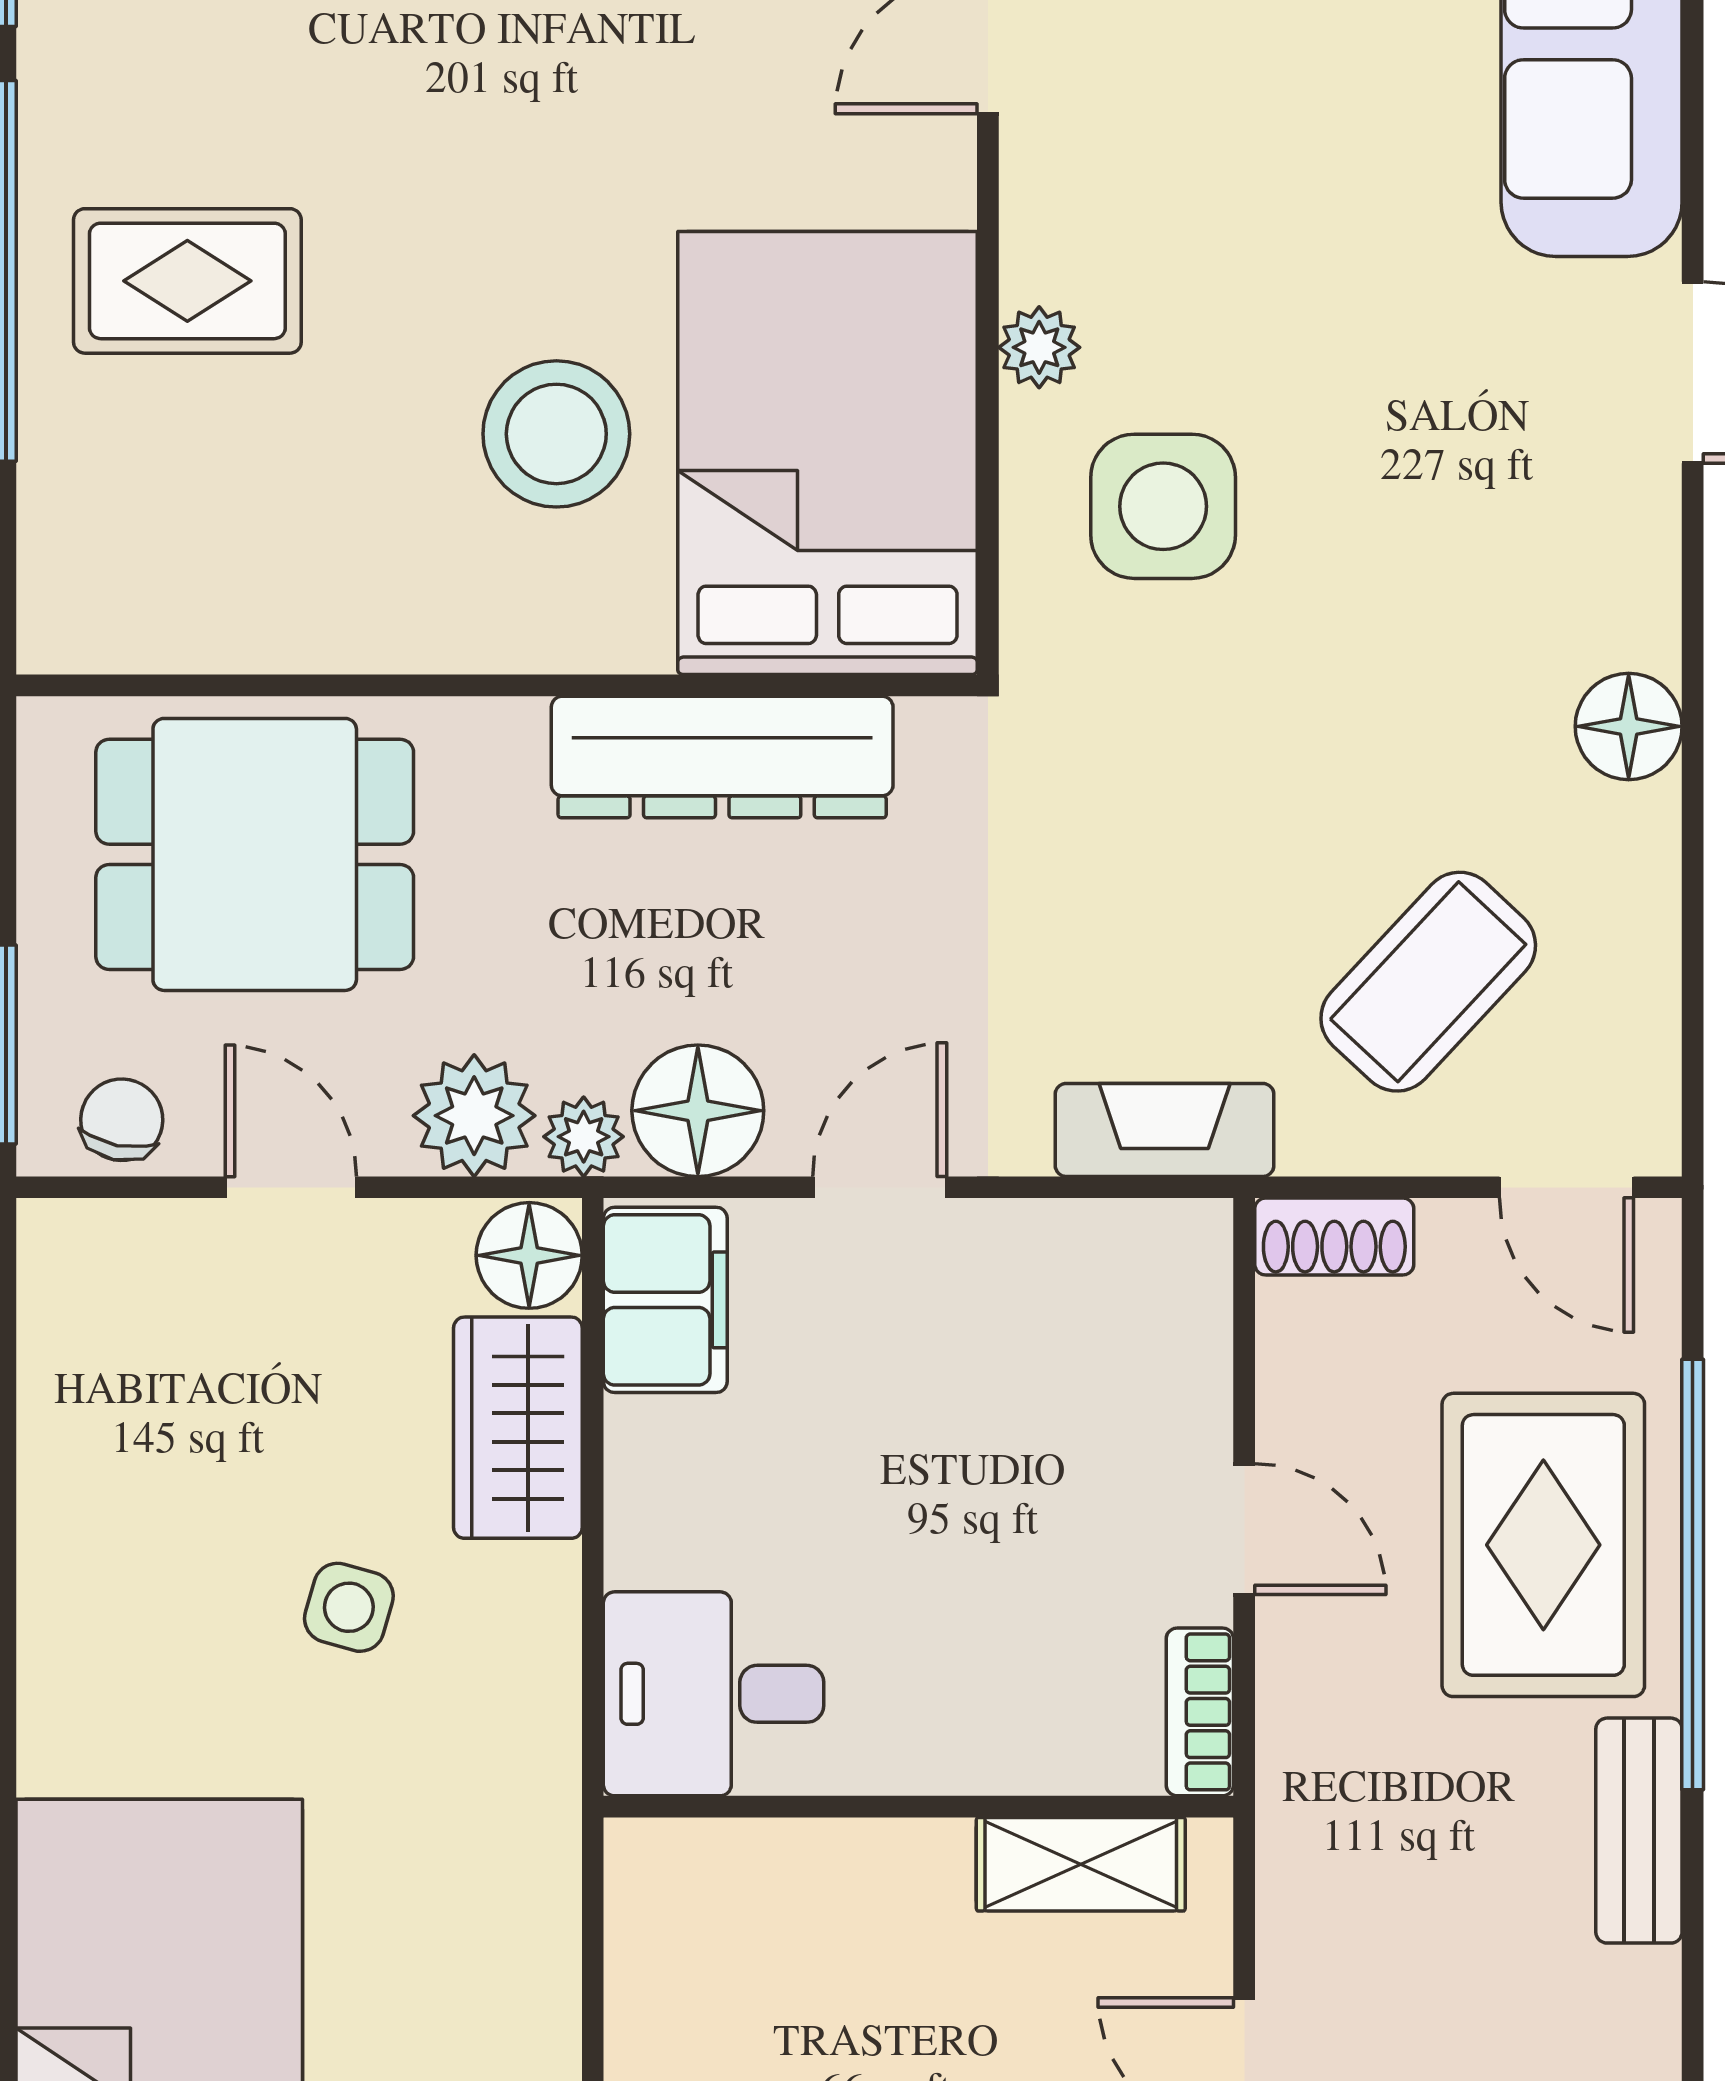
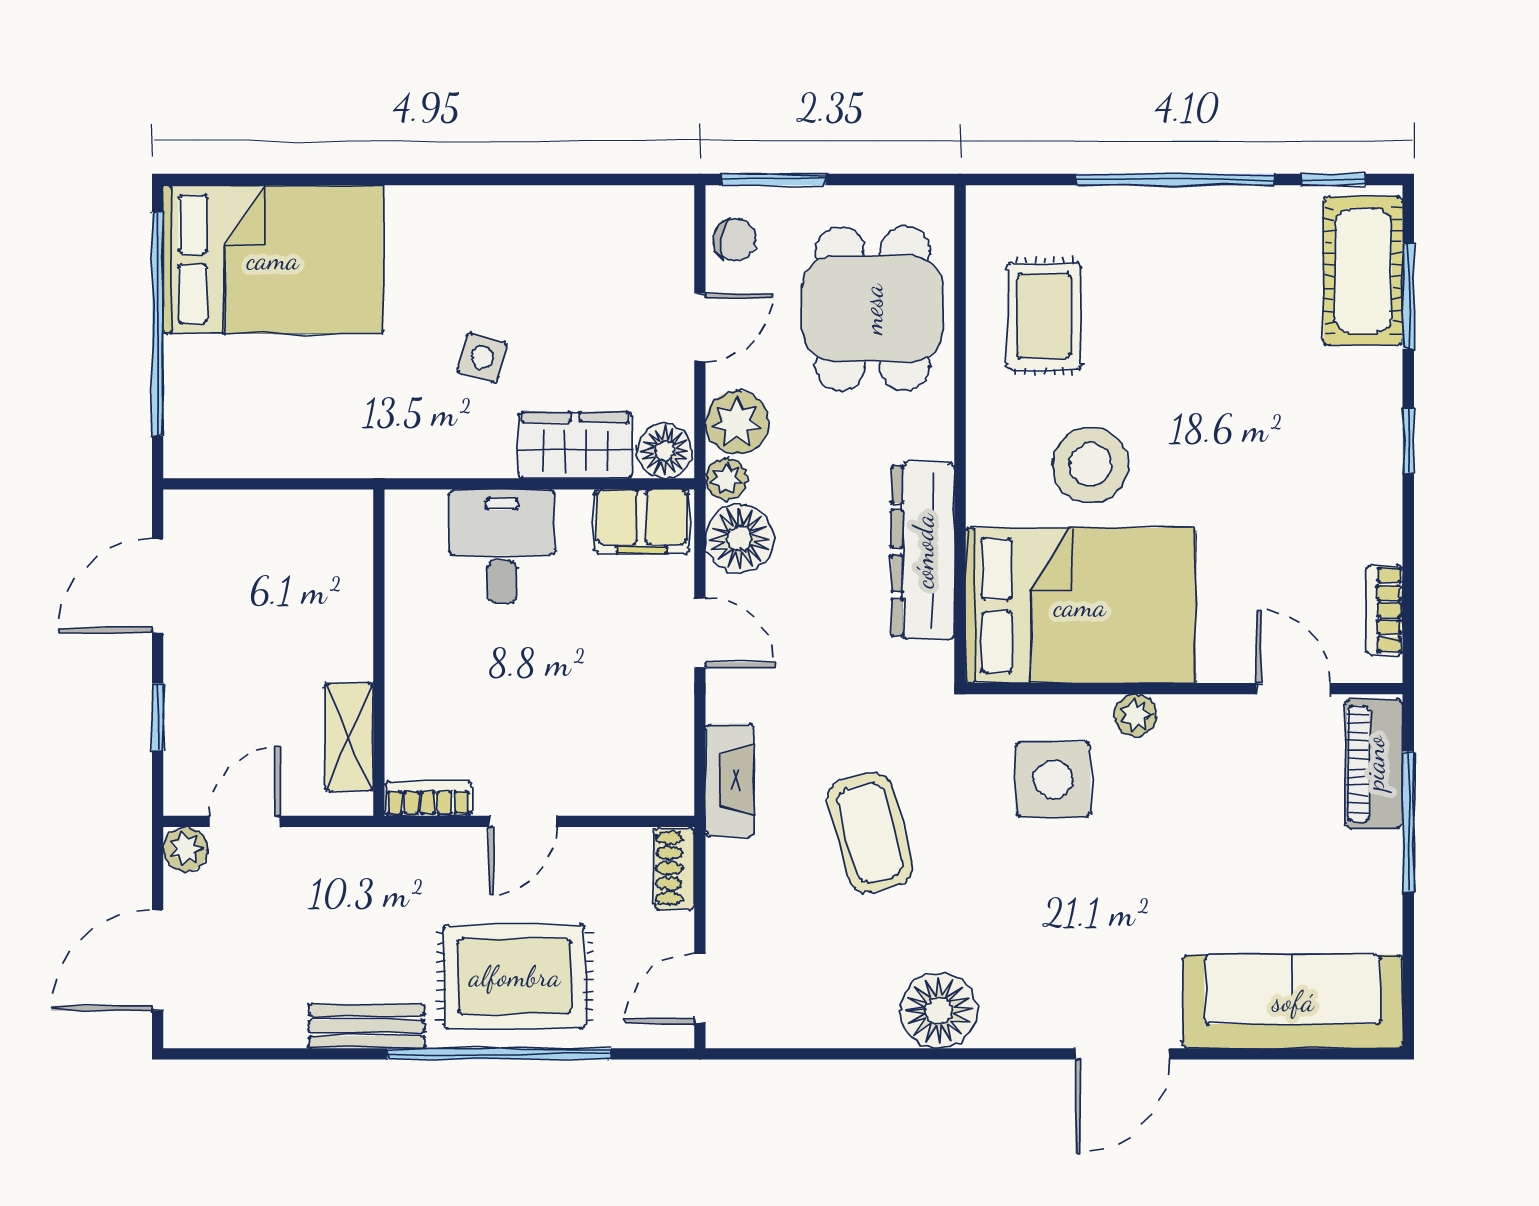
rug: (187, 281) -> (1044, 316), moved
floor lamp: (1629, 726) -> (939, 1010), width x1.38, depth x1.38
coffee table: (1428, 982) -> (870, 833), moved, turned 32
desk: (714, 1694) -> (502, 546), moved

